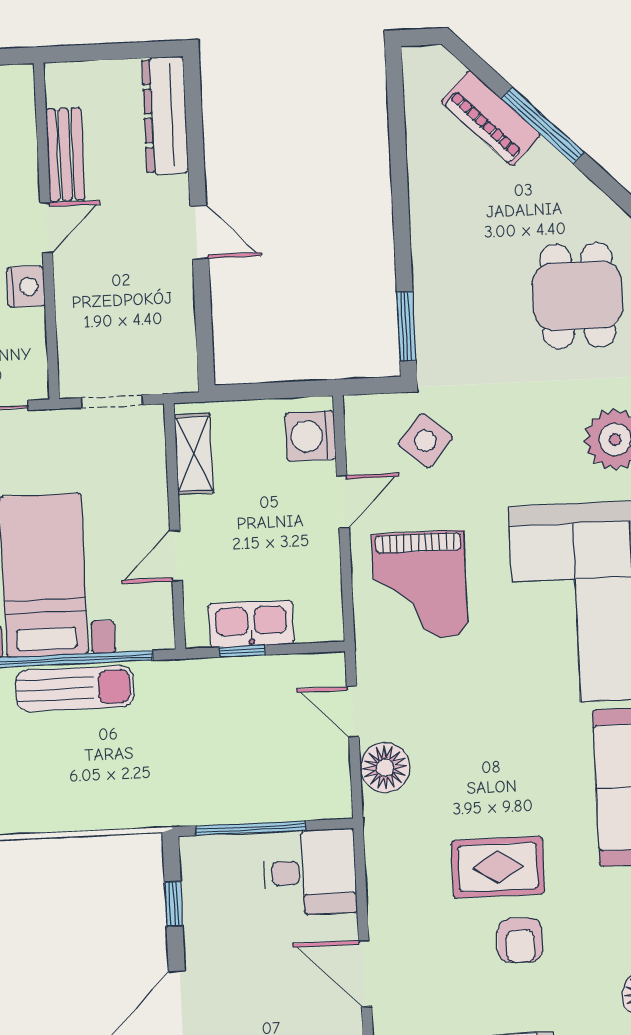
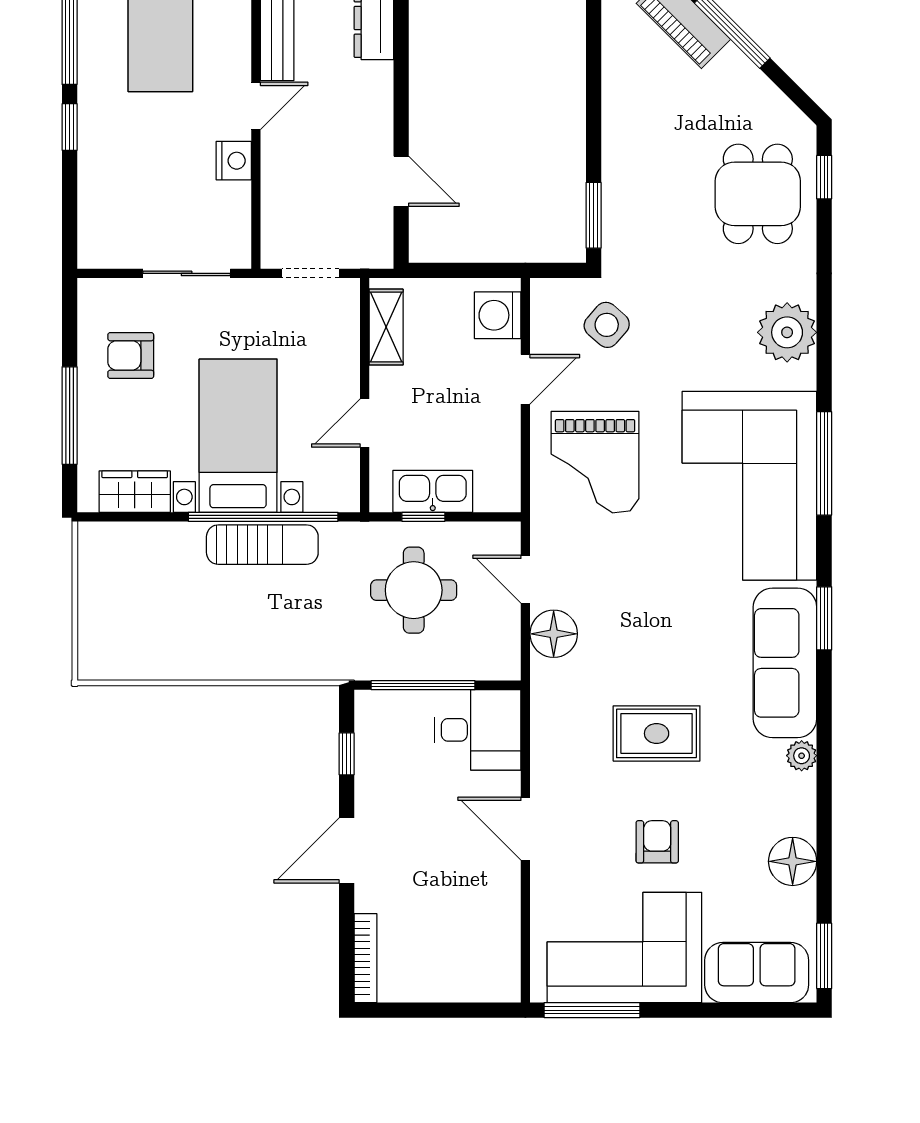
door: (199, 232) -> (401, 181), moved
round table: (236, 729) -> (414, 590), added
armchair: (520, 941) -> (657, 842), moved, turned 180

